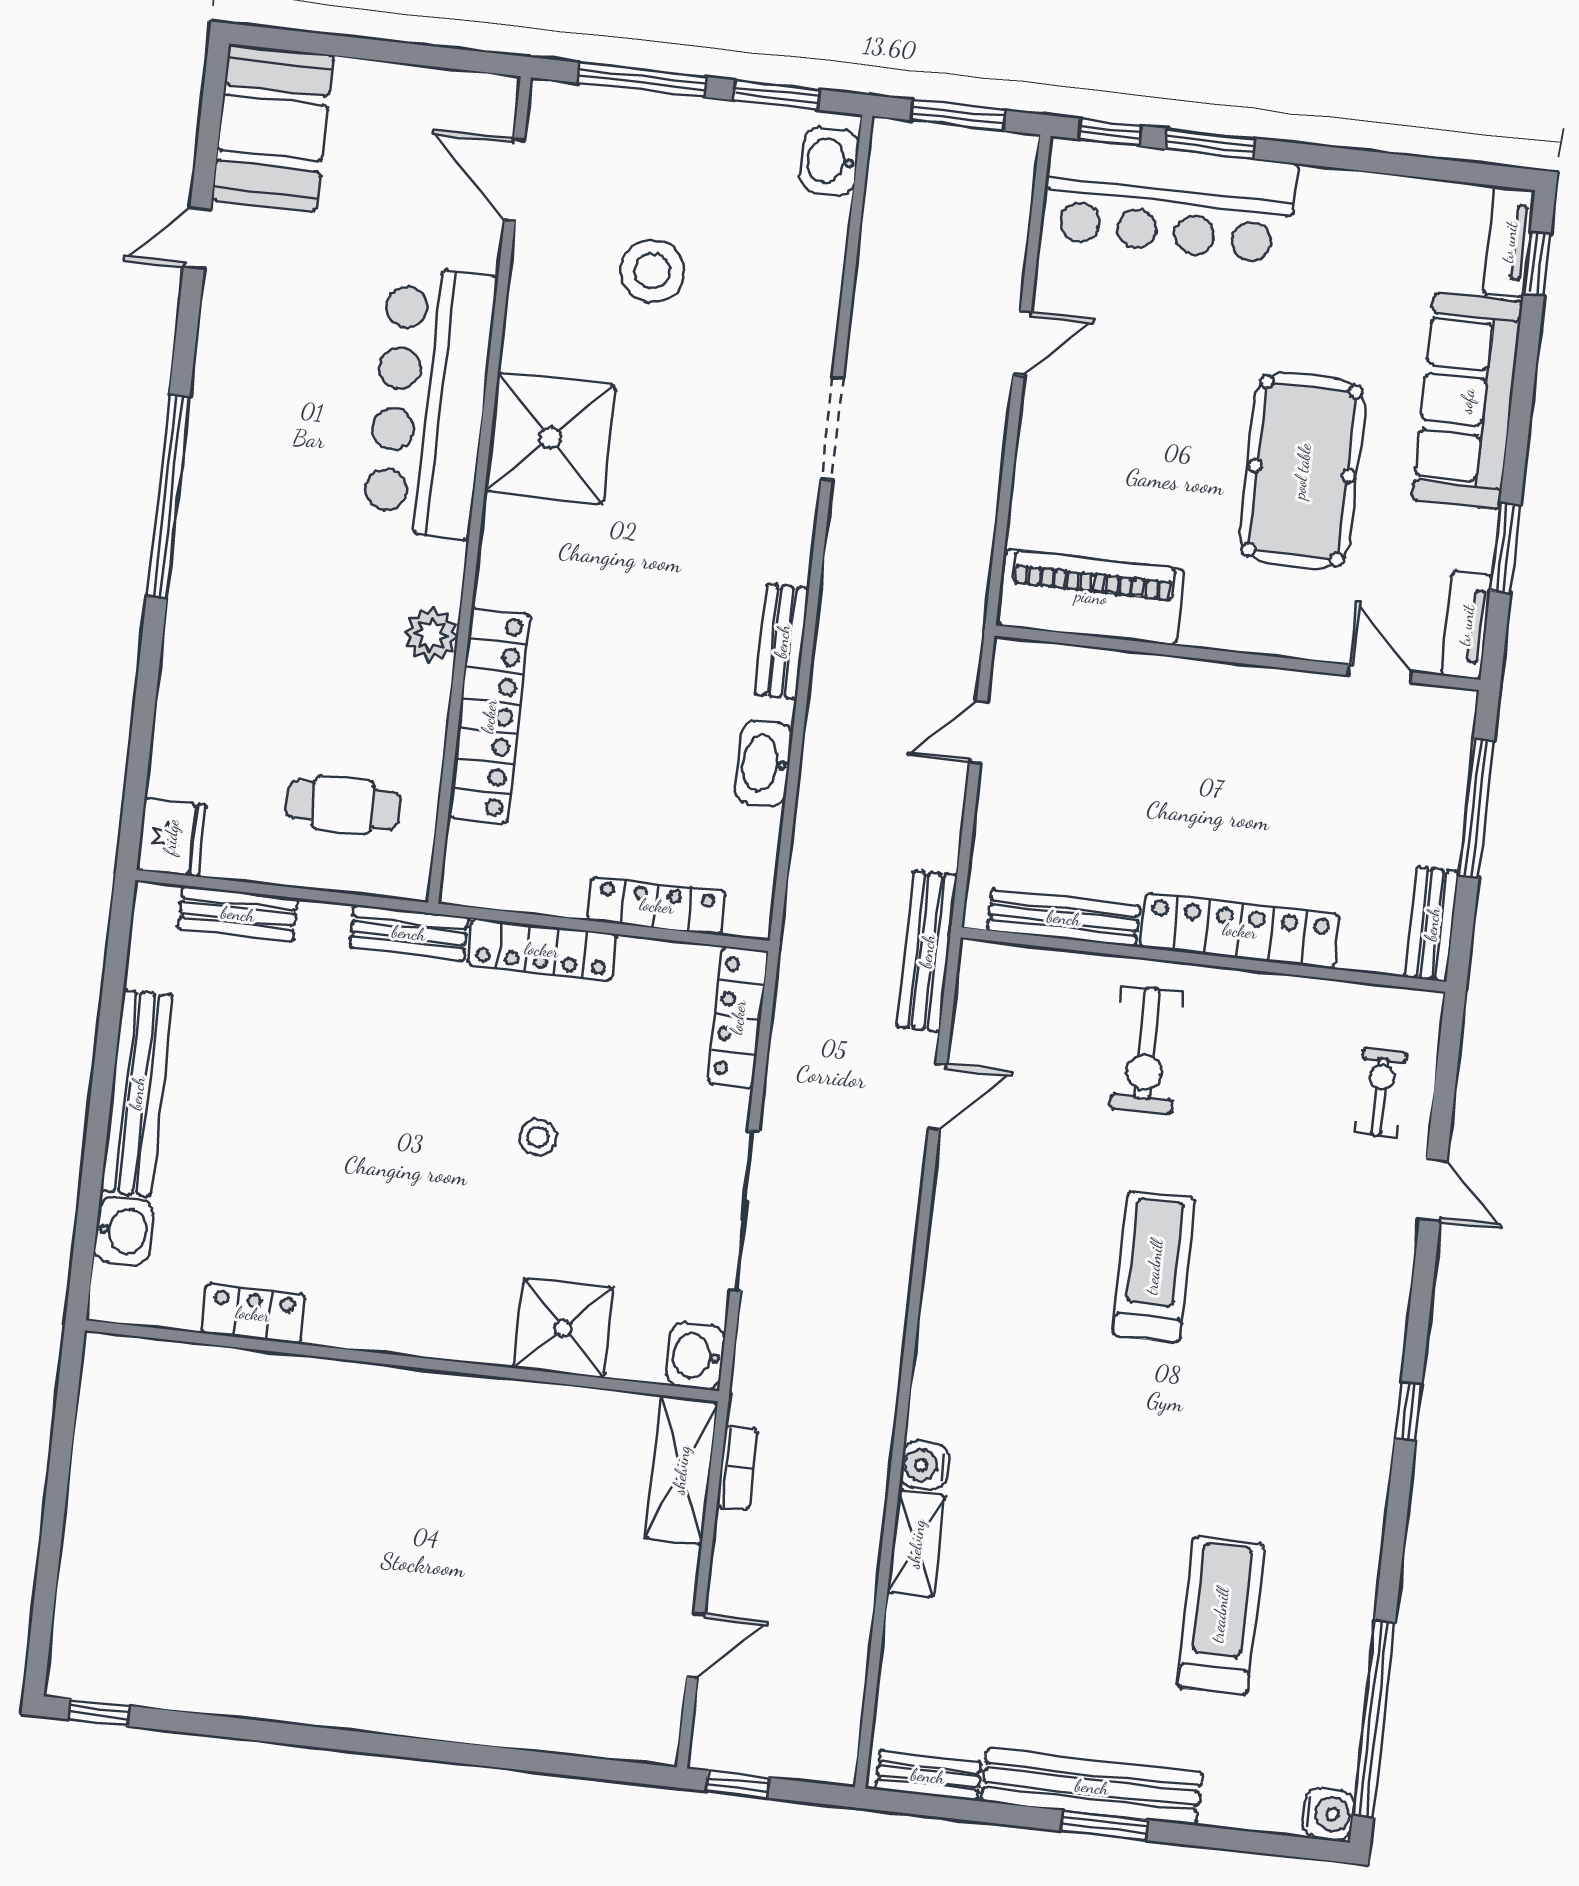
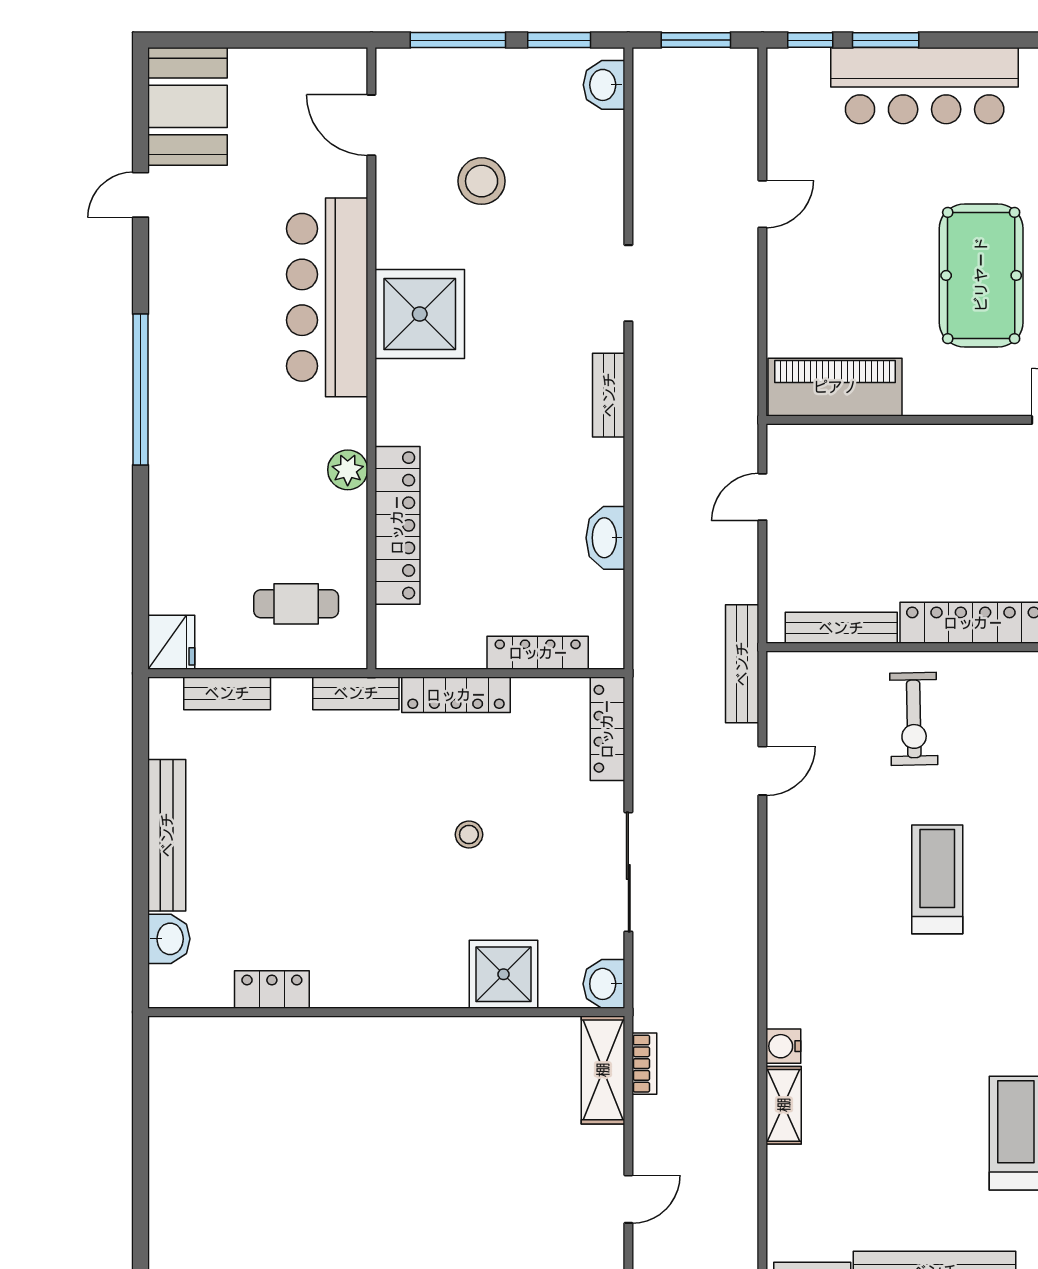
bar counter: (1169, 200) -> (925, 86), moved
bench: (782, 641) -> (609, 395), moved

